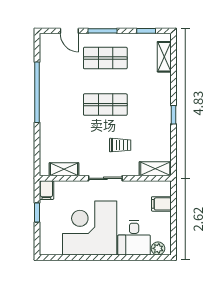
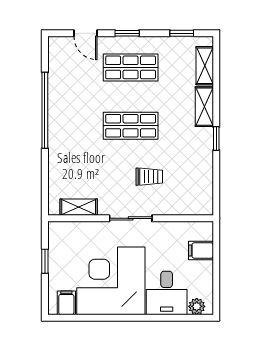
window: (103, 31) -> (127, 33), width x0.67
shelving: (155, 169) -> (204, 107), moved, turned 90
filing cabinet: (46, 190) -> (66, 303), moved, turned 180

